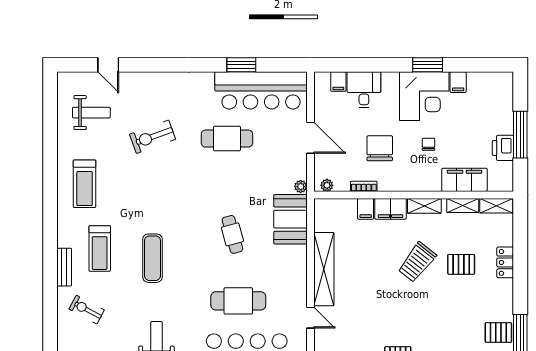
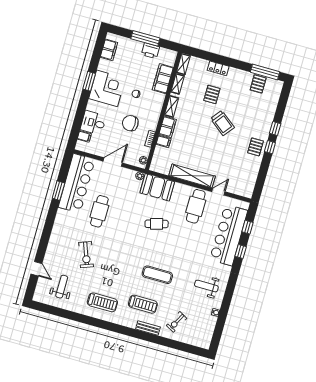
door: (108, 65) -> (36, 269), hinge flipped
filing cabinet: (458, 82) -> (109, 50), moved, width x2.00
trolley: (417, 262) -> (222, 123), moved
cafe table: (238, 301) -> (196, 206), moved

